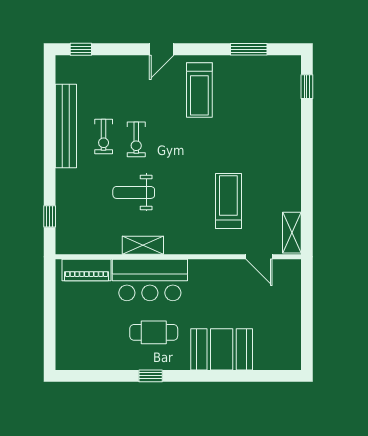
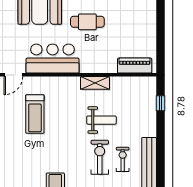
exercise bike: (136, 139) -> (100, 157), width x1.38, depth x1.39
door: (259, 257) -> (13, 75), swing flipped
bar counter: (150, 280) -> (53, 59), moved

